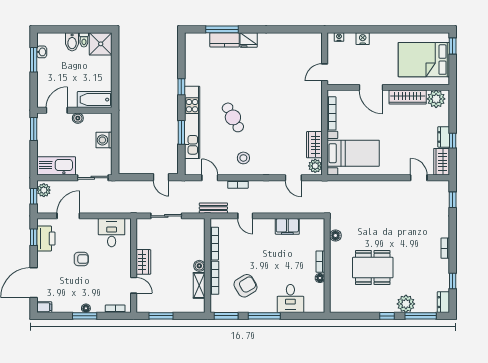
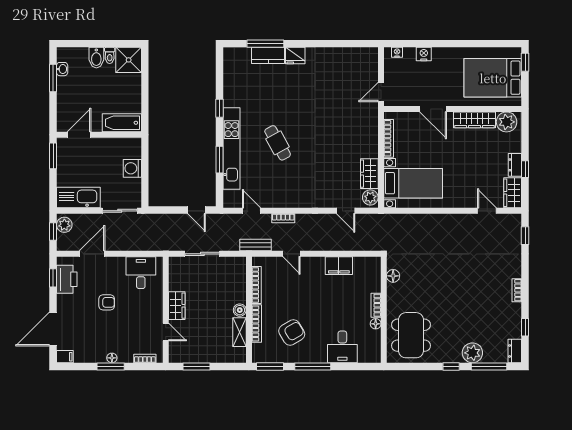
boiler: (78, 118) -> (103, 144), removed
stool: (243, 158) -> (289, 189), removed
dining table: (373, 268) -> (411, 335), moved, turned 90

